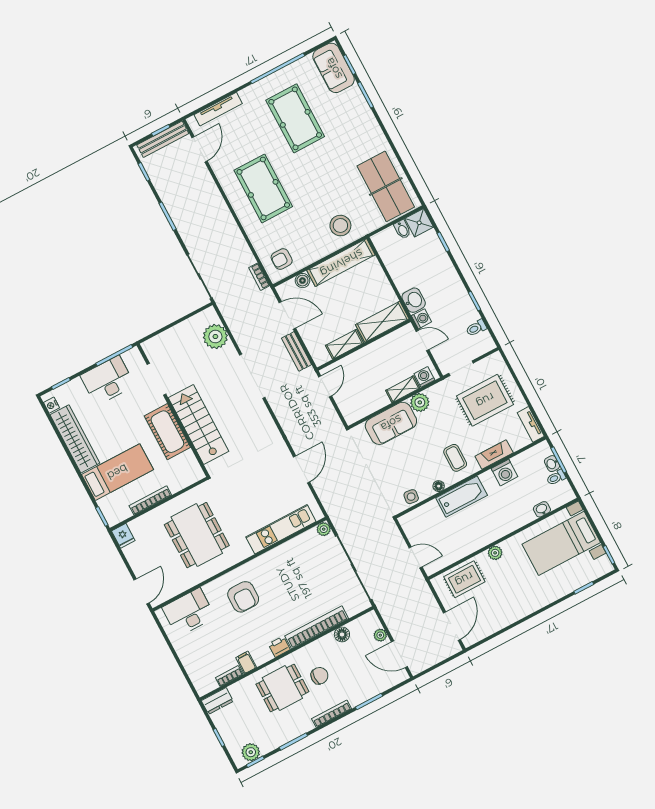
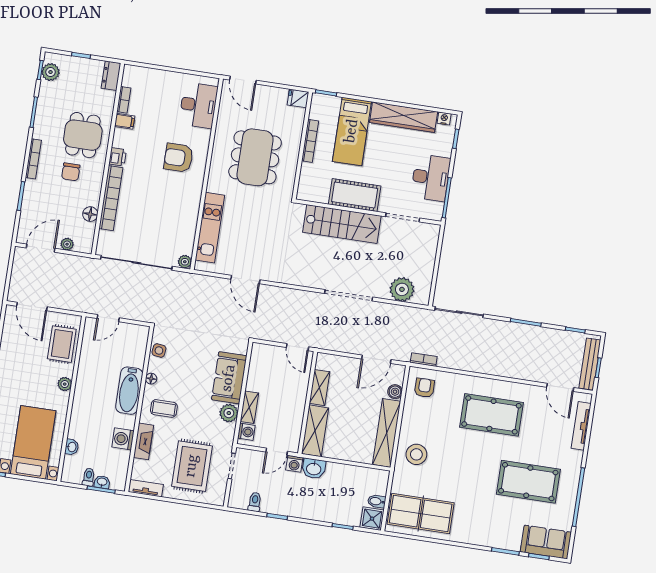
bench: (297, 351) -> (342, 345), removed
dining table: (197, 535) -> (255, 157), turned 90

